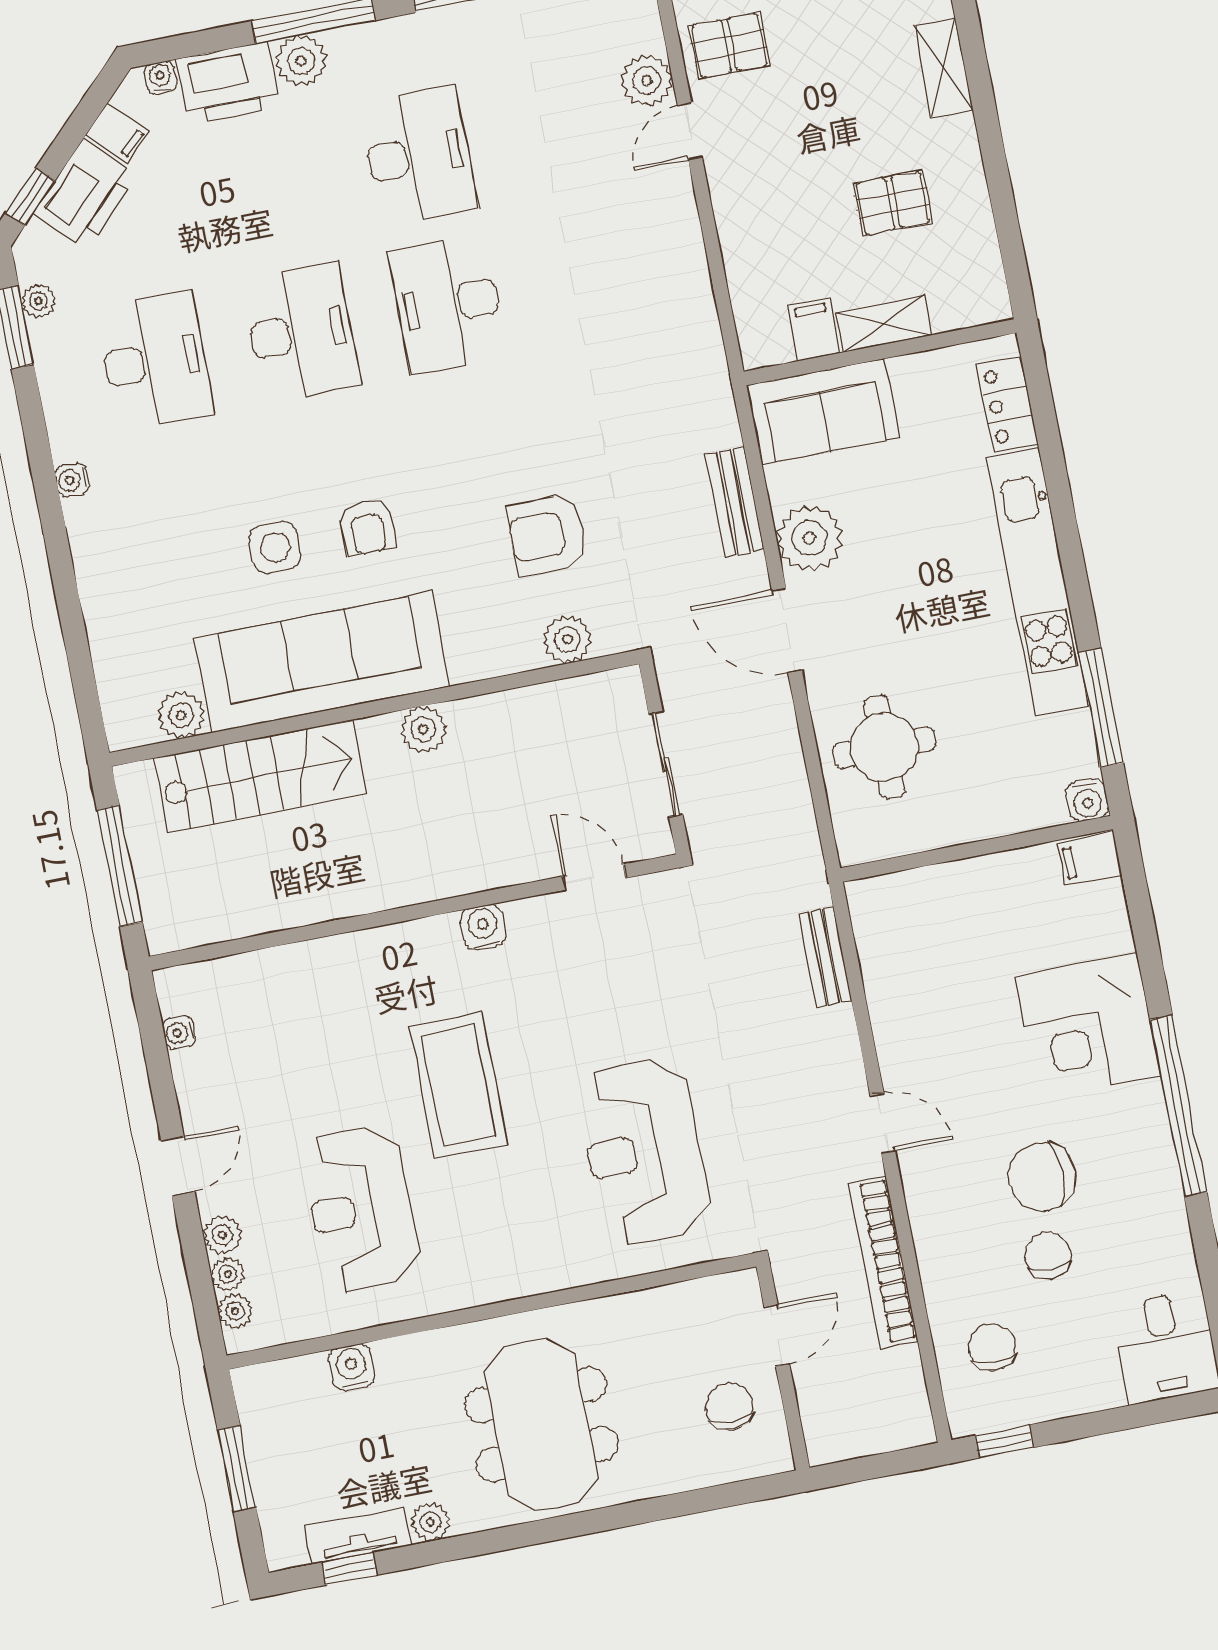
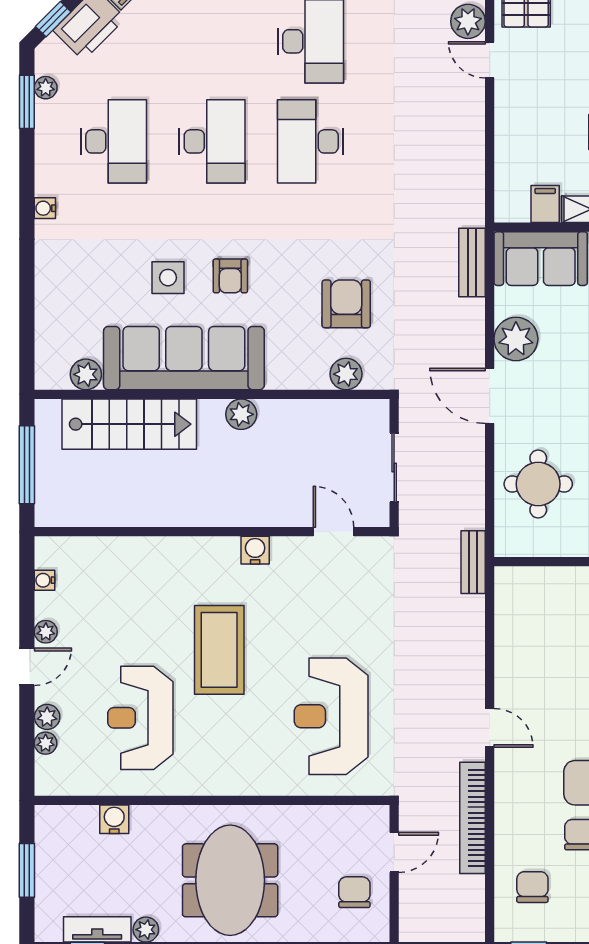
door: (690, 131) -> (490, 60), hinge flipped
bench: (735, 502) -> (472, 262), moved
armchair: (547, 535) -> (346, 304), turned 90
bench: (825, 957) -> (473, 562), moved
plant: (235, 1311) -> (46, 632), moved

